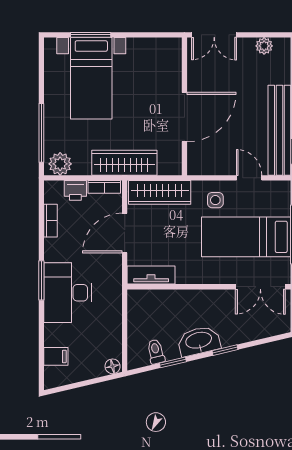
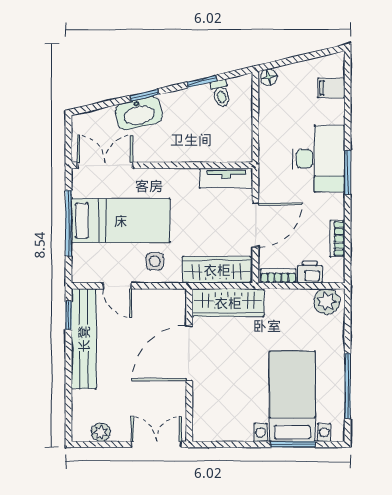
window: (41, 133) -> (348, 386), moved
wardrobe: (124, 163) -> (228, 303), moved
washbasin: (199, 341) -> (139, 113), moved

